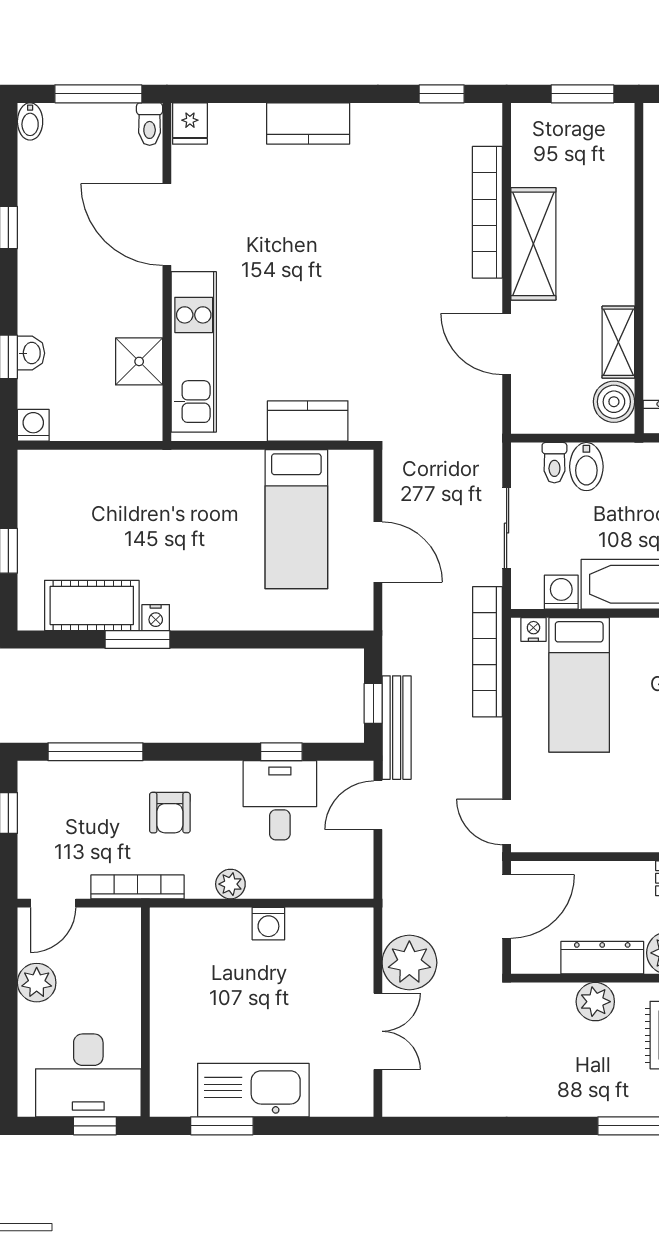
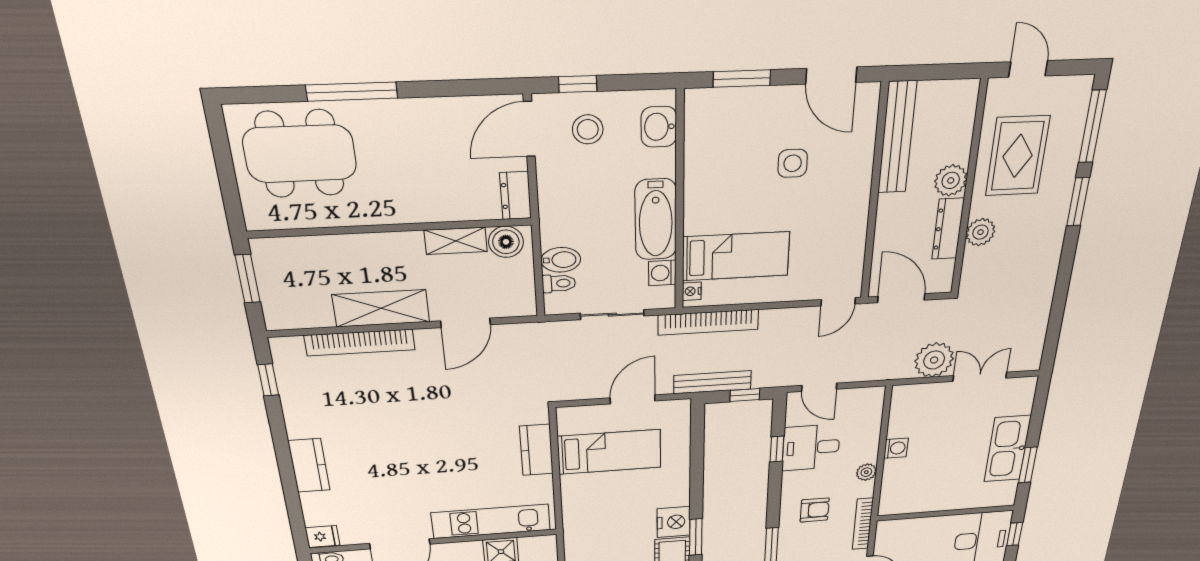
nightstand: (156, 618) -> (674, 522), width x1.89, depth x1.79
bench: (397, 728) -> (712, 382), moved

